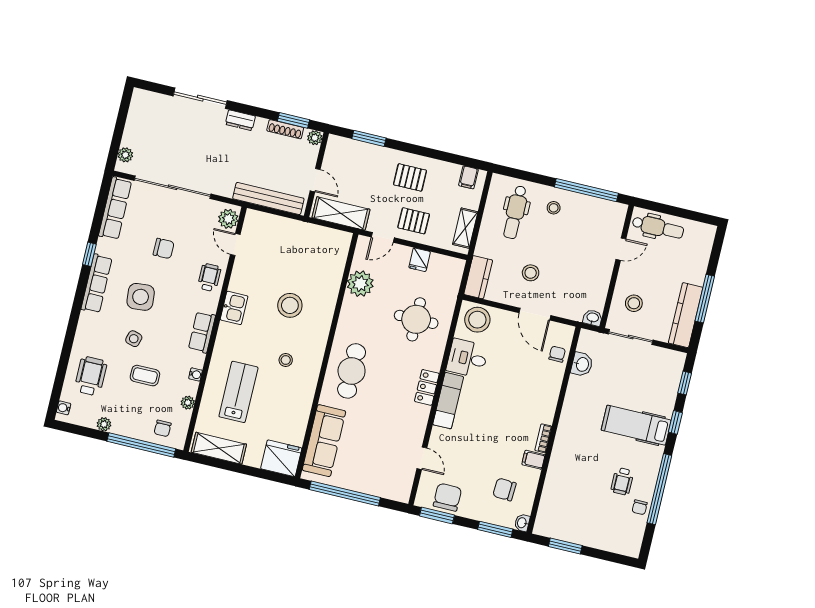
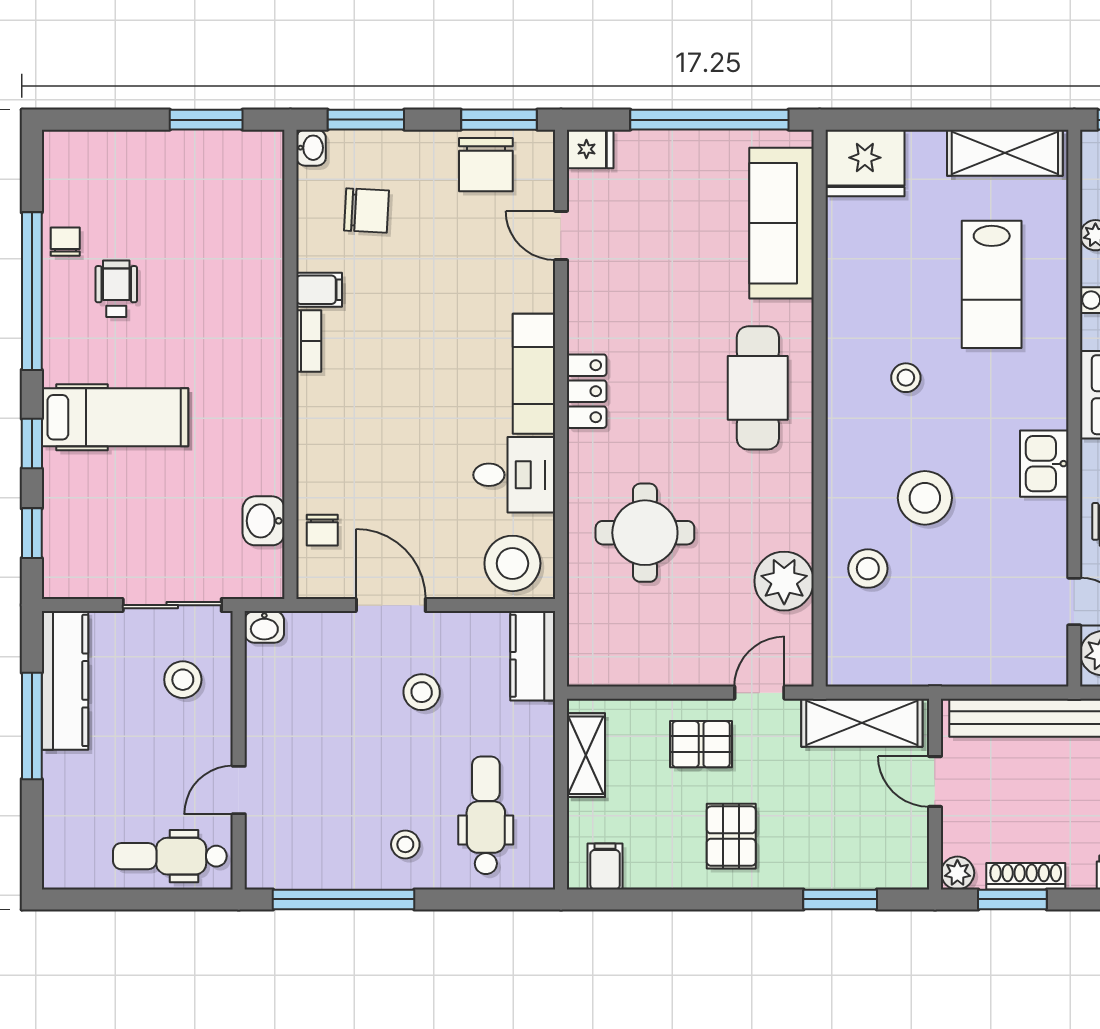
pallet: (410, 177) -> (731, 836), turned 90
fridge: (420, 260) -> (590, 149), moved, turned 90
stool: (322, 280) -> (868, 569), added

